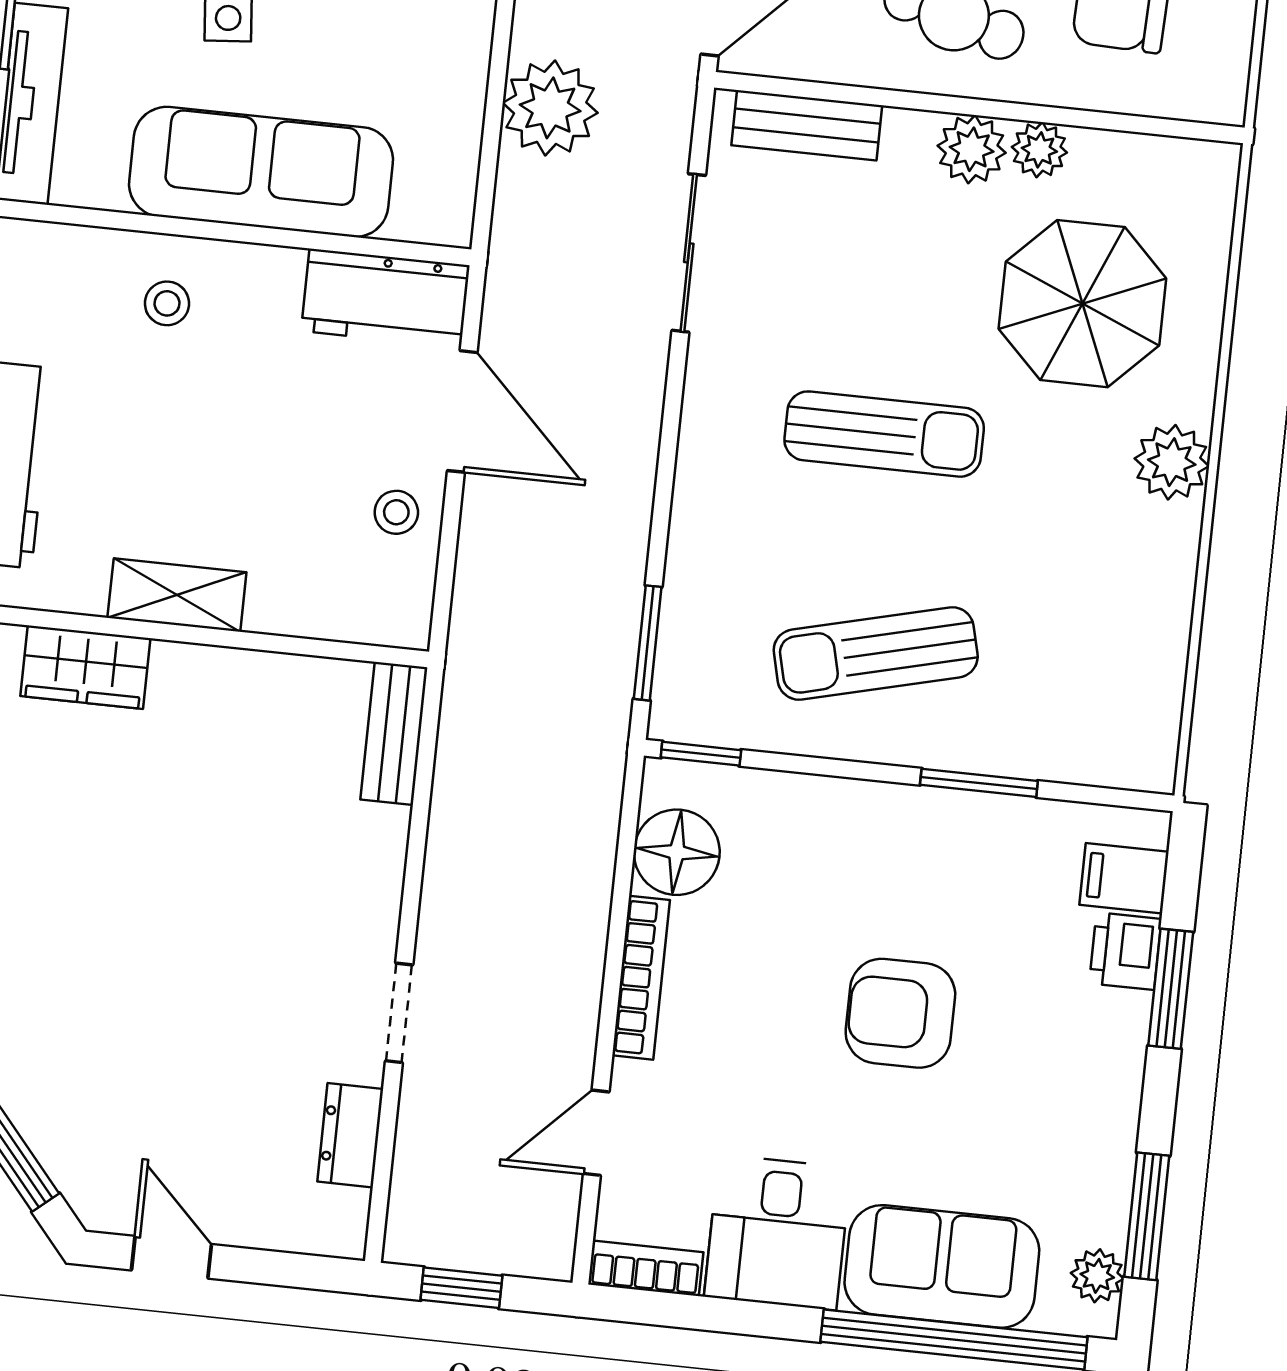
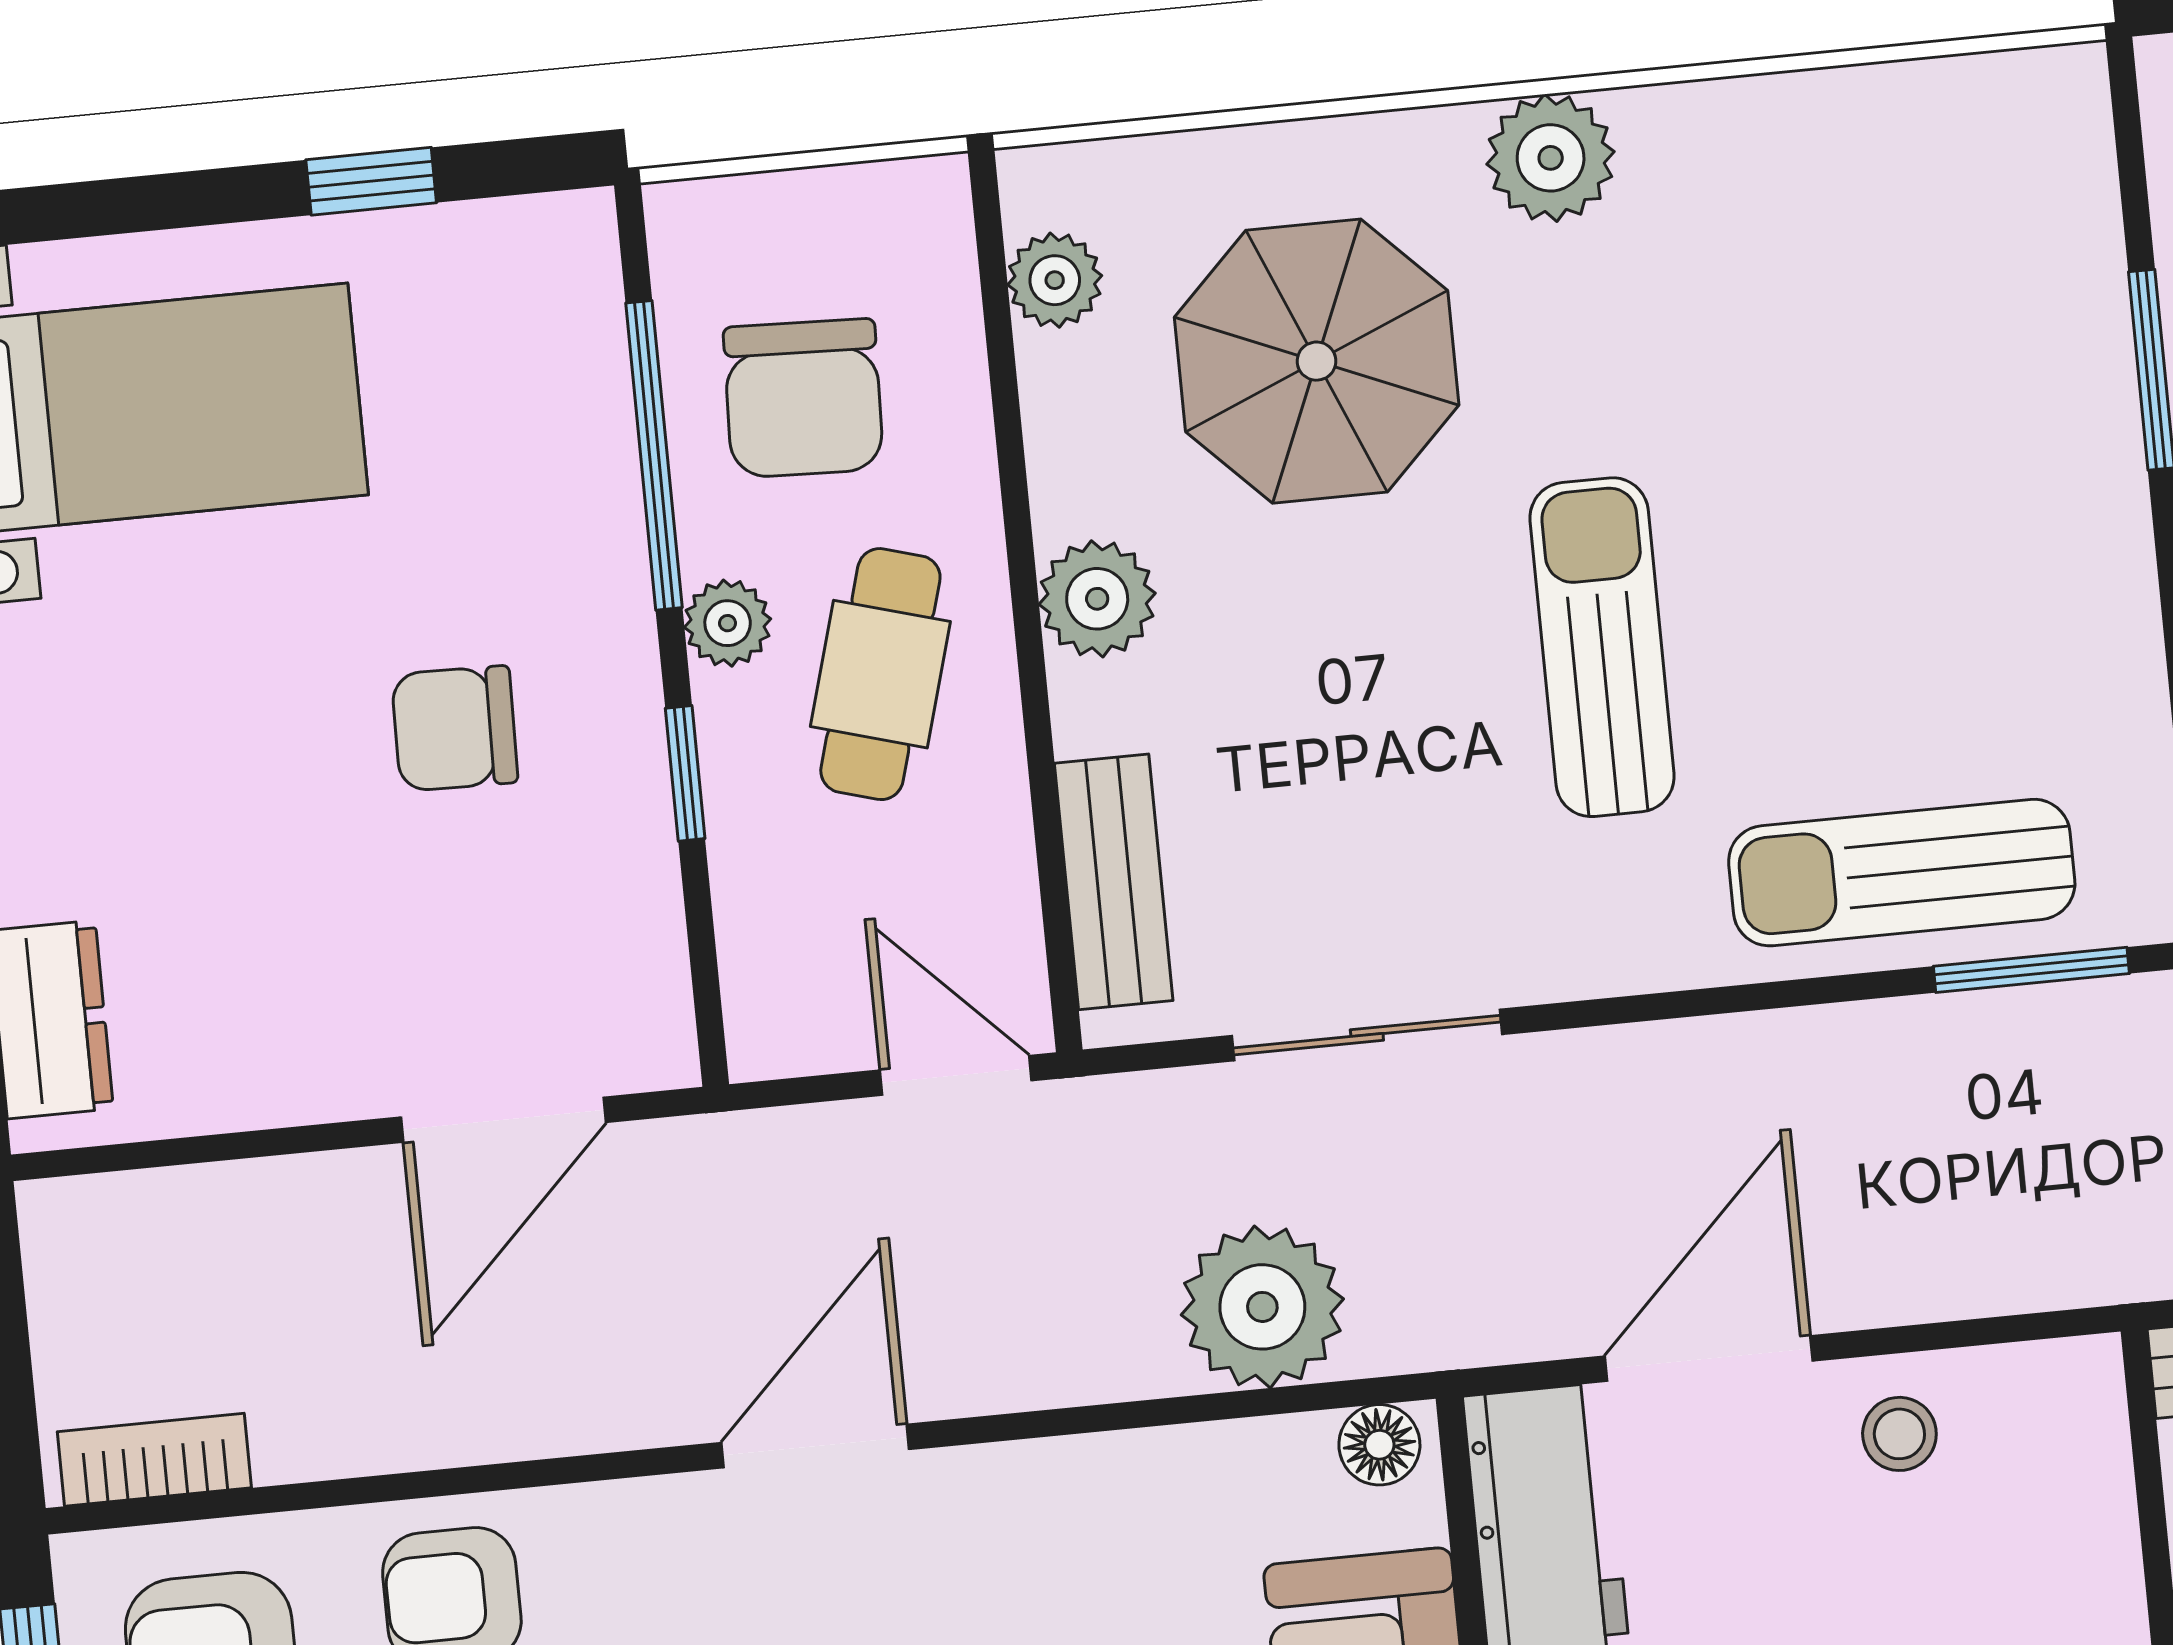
plant: (550, 108) -> (1262, 1307), moved
plant: (1039, 150) -> (1055, 280), moved
floor lamp: (452, 212) -> (1379, 1445), added
sun lounger: (876, 653) -> (1902, 873), moved, turned 104

